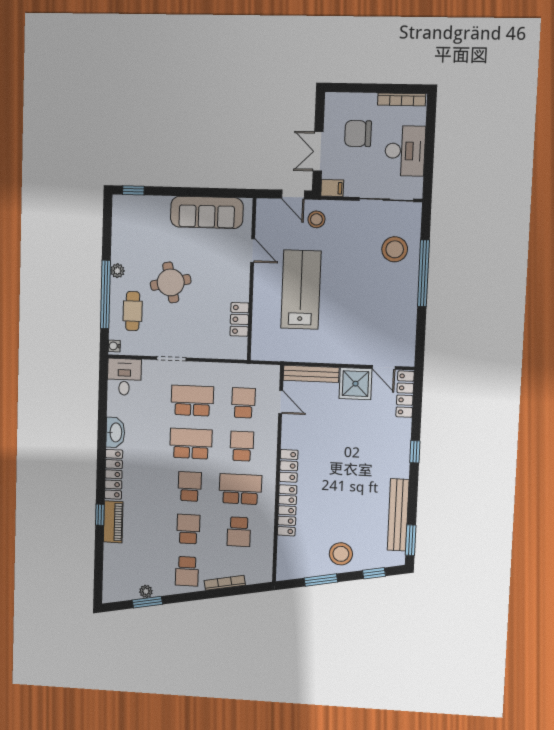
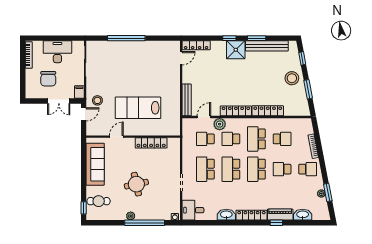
stool: (395, 249) -> (113, 55), removed
cafe table: (133, 311) -> (99, 201), moved
locker: (239, 319) -> (151, 143), width x1.53
shower: (355, 384) -> (236, 50), moved
plant: (268, 428) -> (220, 124), added
locker: (289, 466) -> (236, 111), width x1.53
school desk: (190, 486) -> (256, 169), width x1.85
window: (411, 540) -> (257, 38), moved
washbasin: (112, 559) -> (303, 215), added

